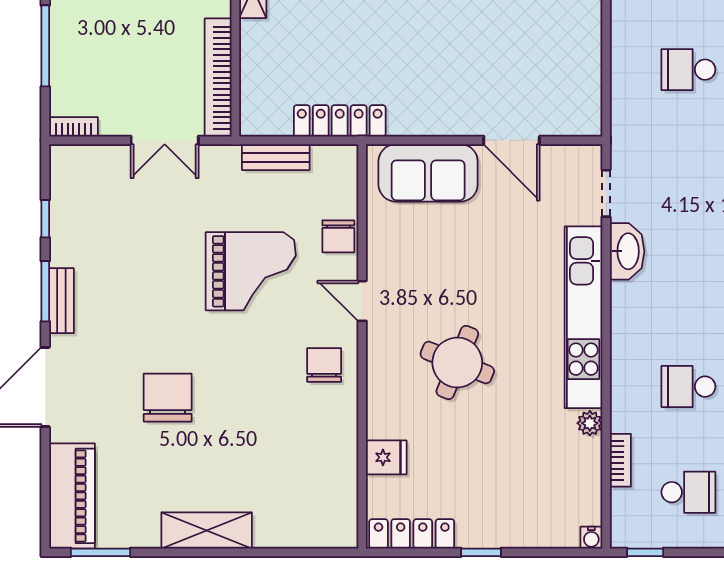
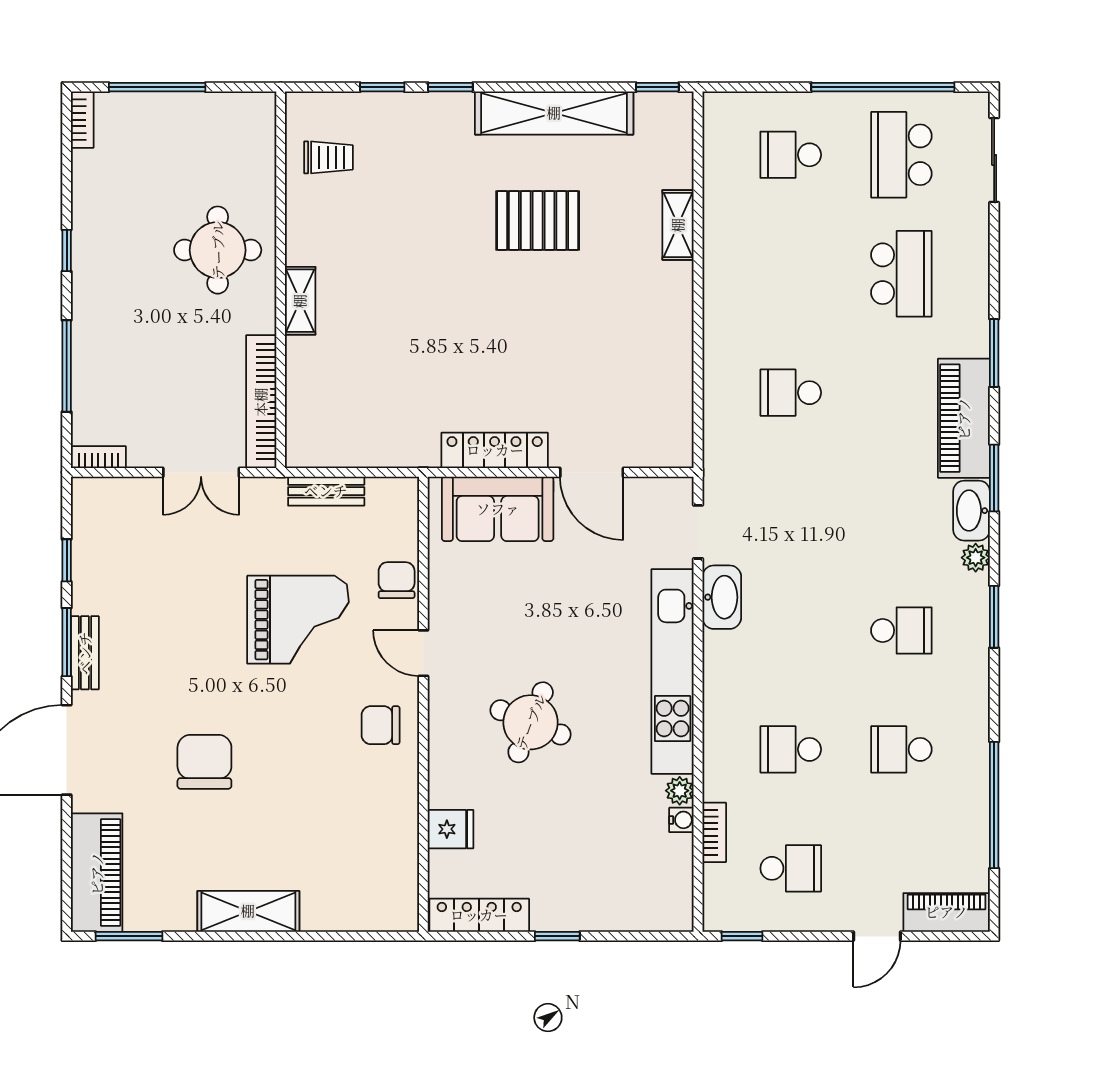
locker: (340, 121) -> (495, 450), moved
chair: (338, 236) -> (397, 580), turned 180
chair: (324, 365) -> (381, 725), turned -90
water cooler: (591, 538) -> (681, 820), moved, turned -90

